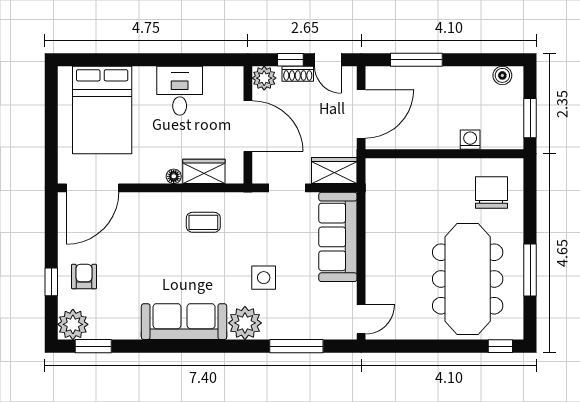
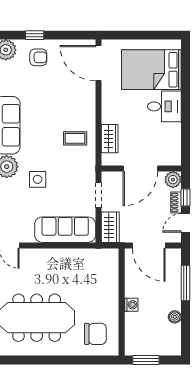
boiler: (502, 75) -> (175, 317), moved
desk: (180, 91) -> (164, 106), moved
washing machine: (470, 140) -> (131, 305), moved
floor lamp: (174, 176) -> (106, 118), removed
coffee table: (203, 222) -> (75, 138), turned 90
window: (530, 270) -> (43, 360), removed

